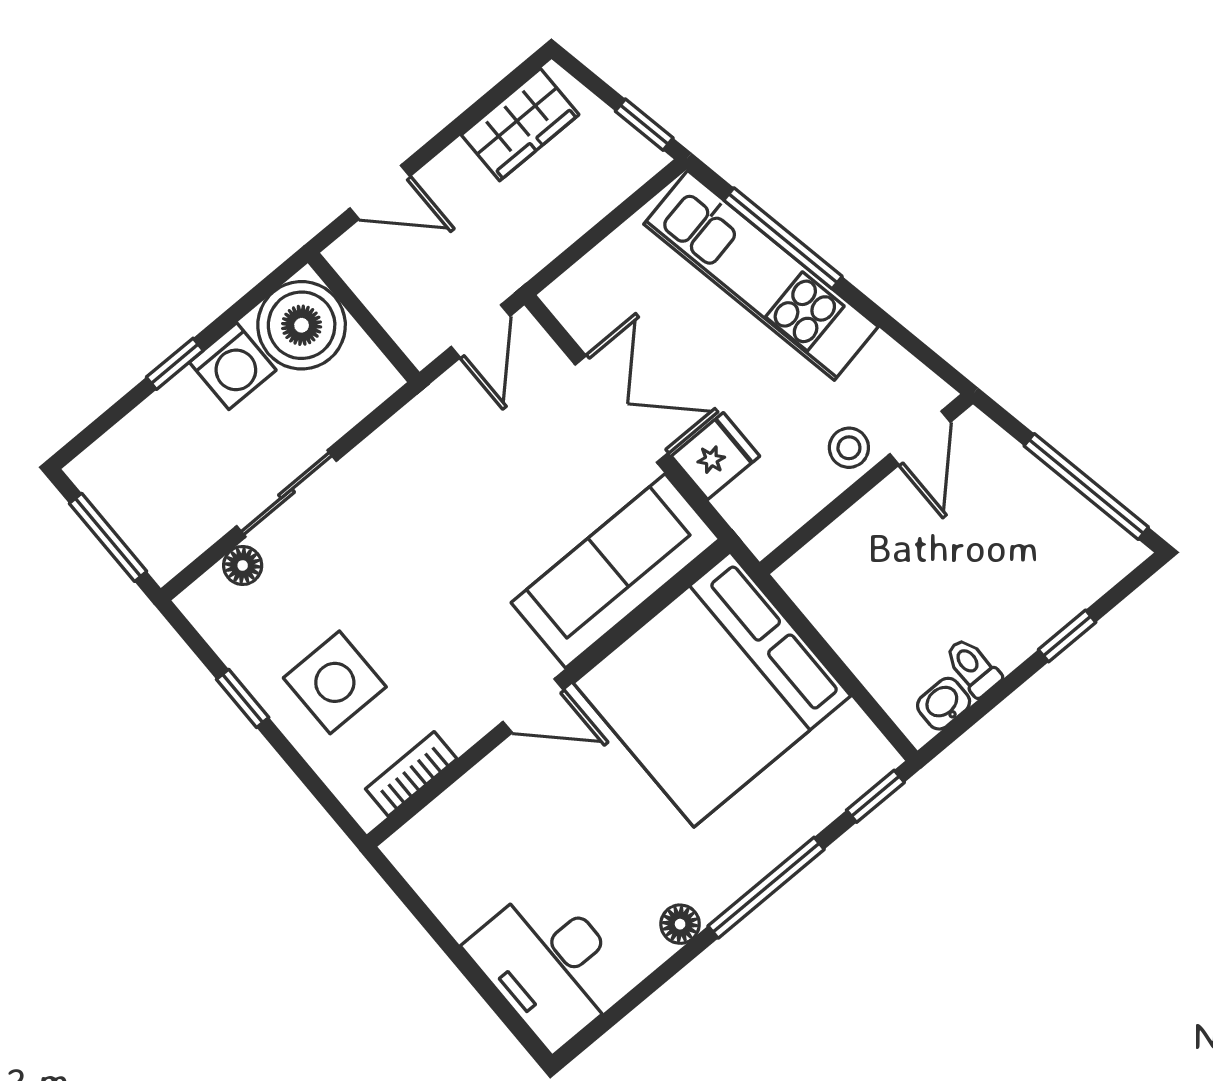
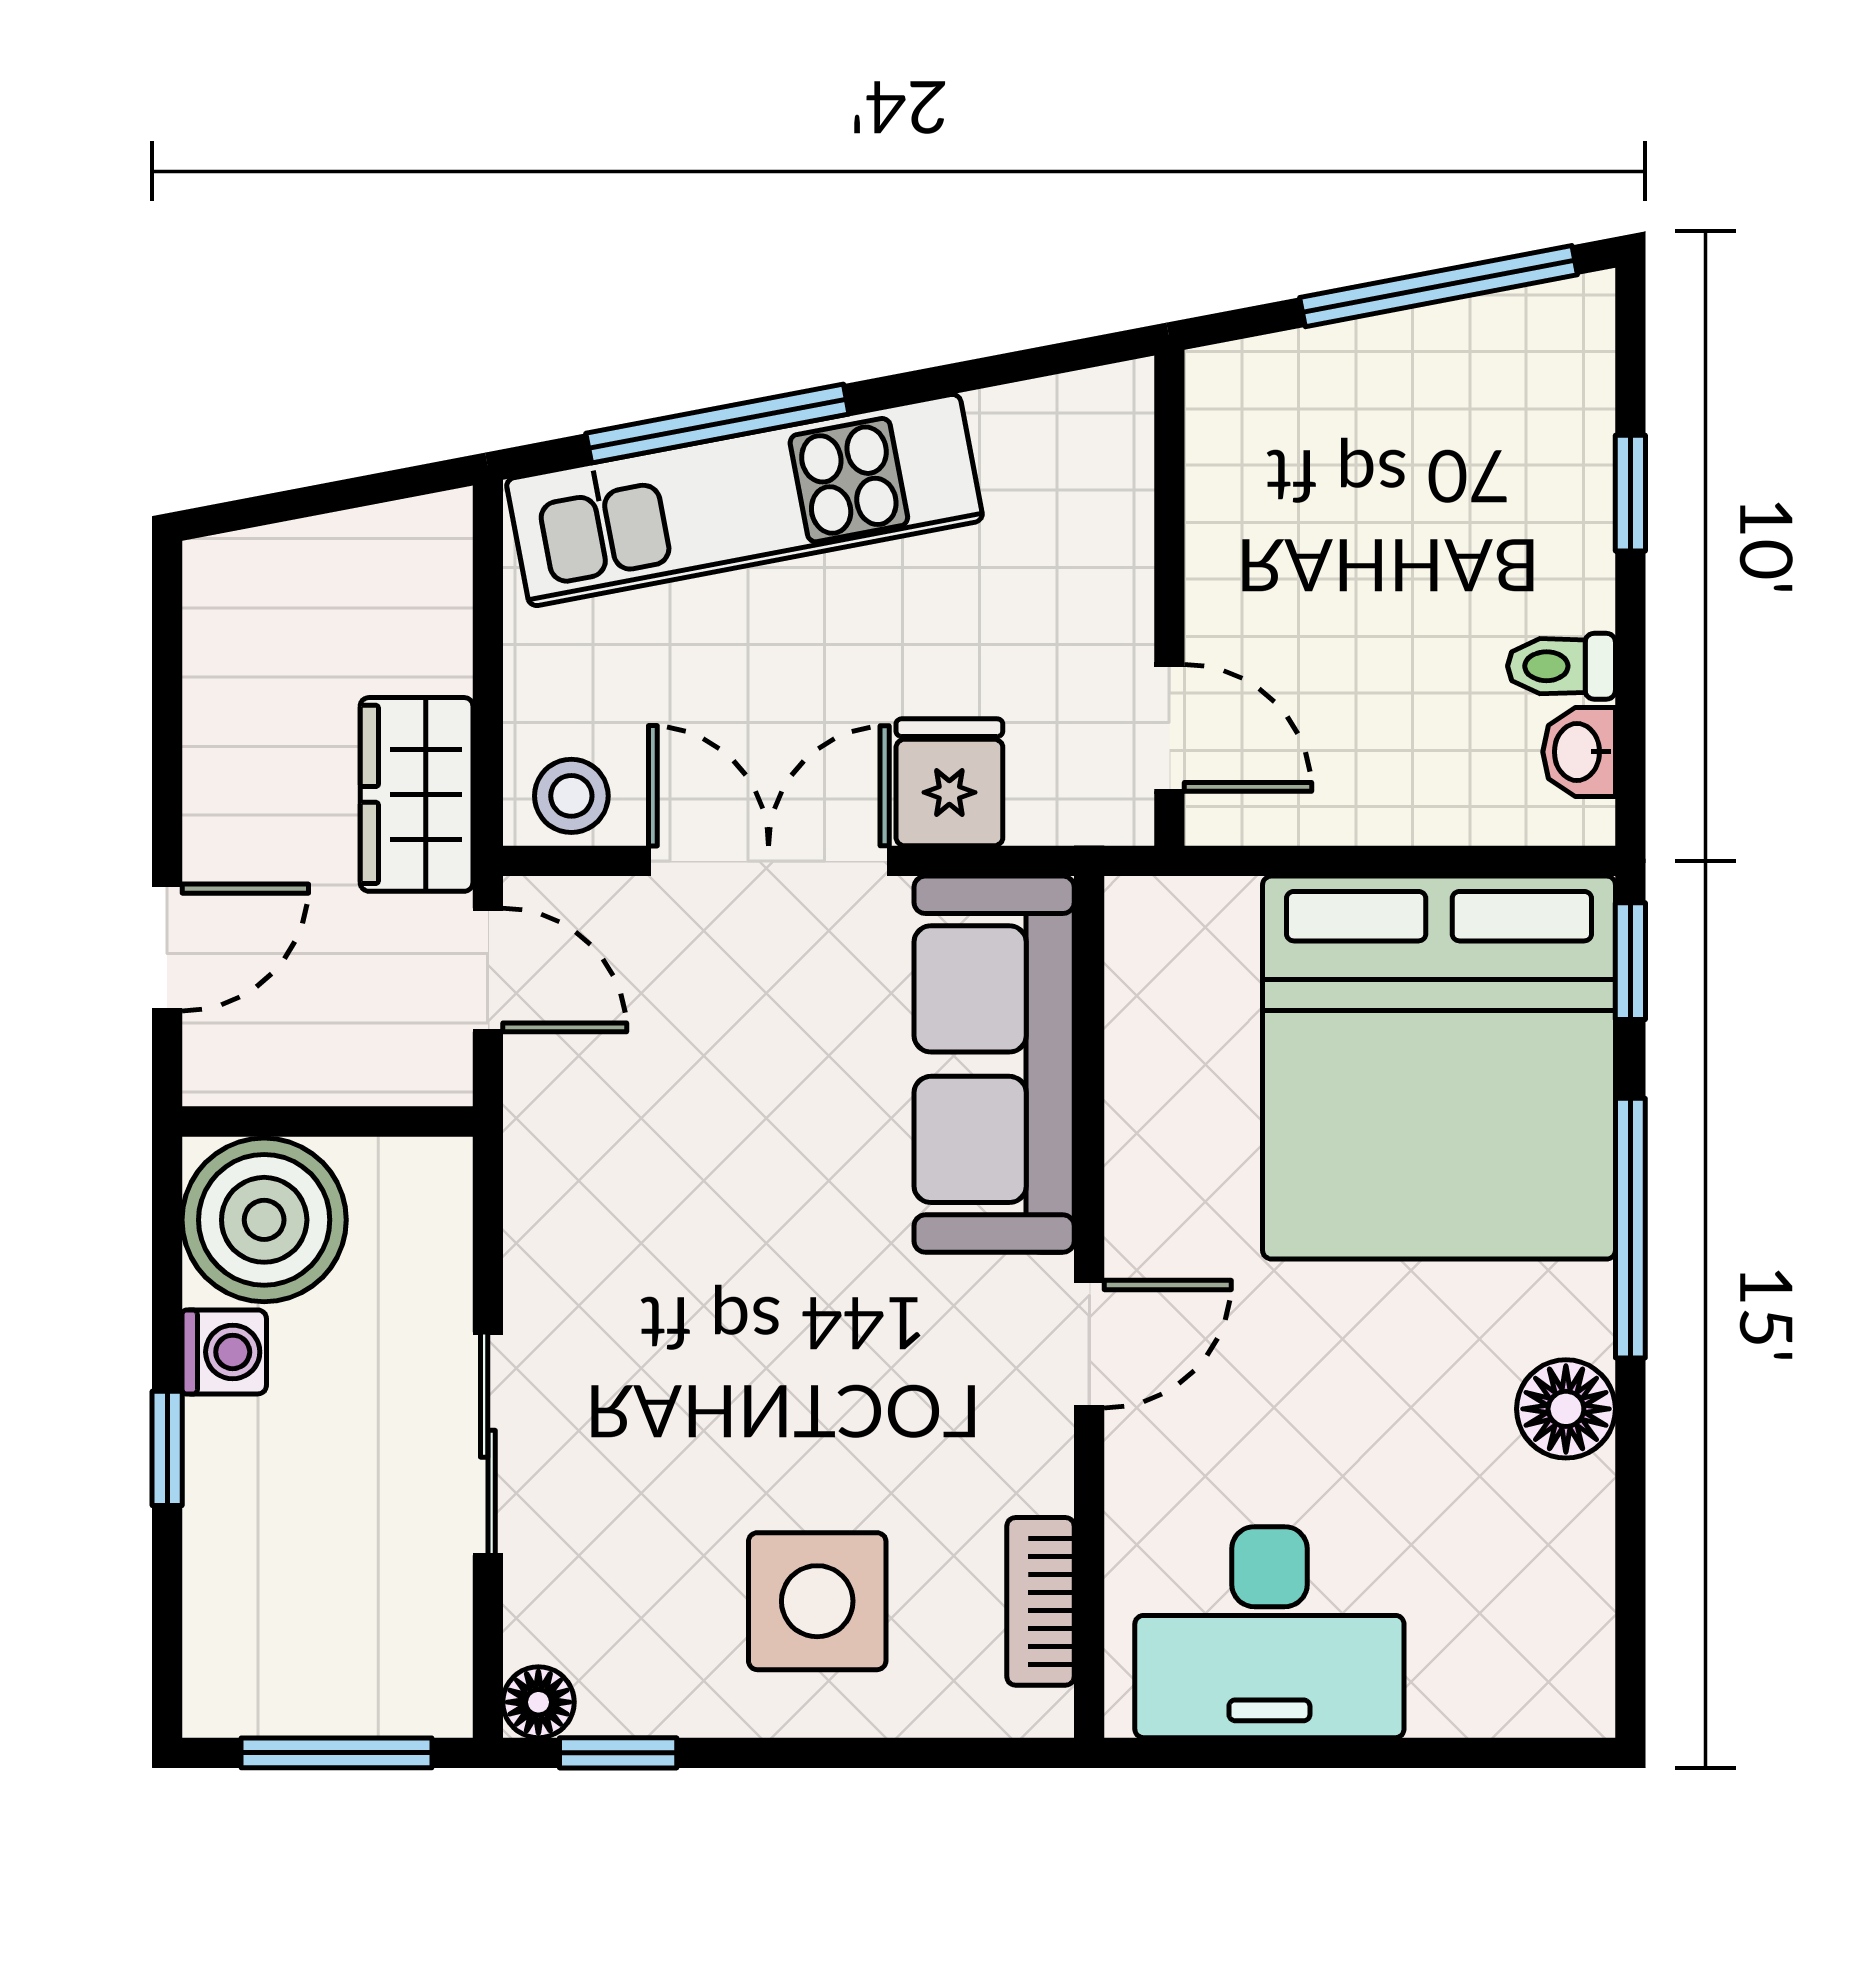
wardrobe: (520, 125) -> (417, 794), moved, turned 180
window: (644, 125) -> (387, 486), removed
washing machine: (233, 366) -> (224, 1352), width x0.73, depth x0.73
door: (920, 438) -> (1169, 728), moved
stool: (849, 448) -> (571, 796), moved
floor lamp: (243, 565) -> (538, 1702), moved
bed: (712, 689) -> (1439, 1068), moved
window: (243, 698) -> (618, 1753), moved
floor lamp: (680, 924) -> (1566, 1409), width x1.37, depth x1.37
desk: (549, 965) -> (1269, 1632), moved

